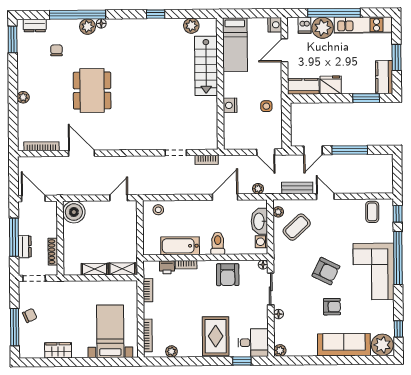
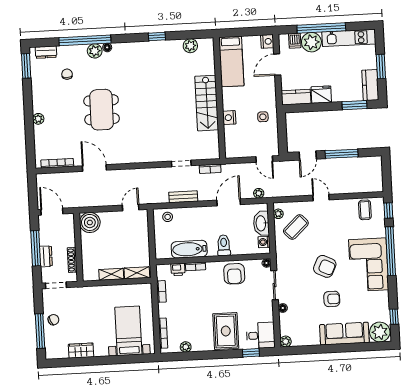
stairs: (206, 66) -> (207, 103), moved
bench: (297, 188) -> (183, 197), moved

